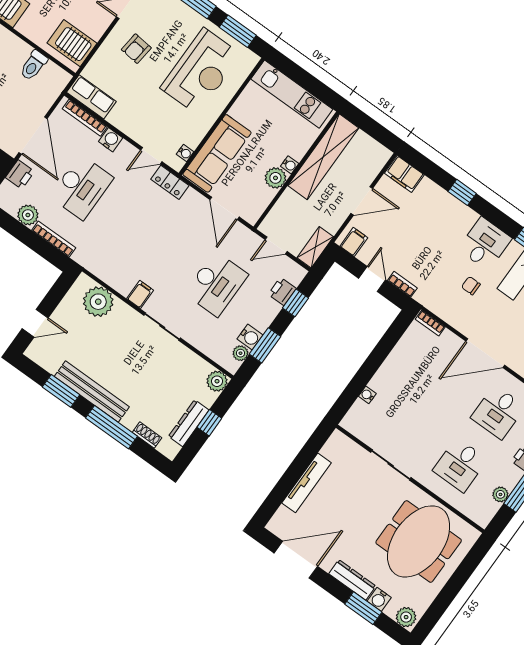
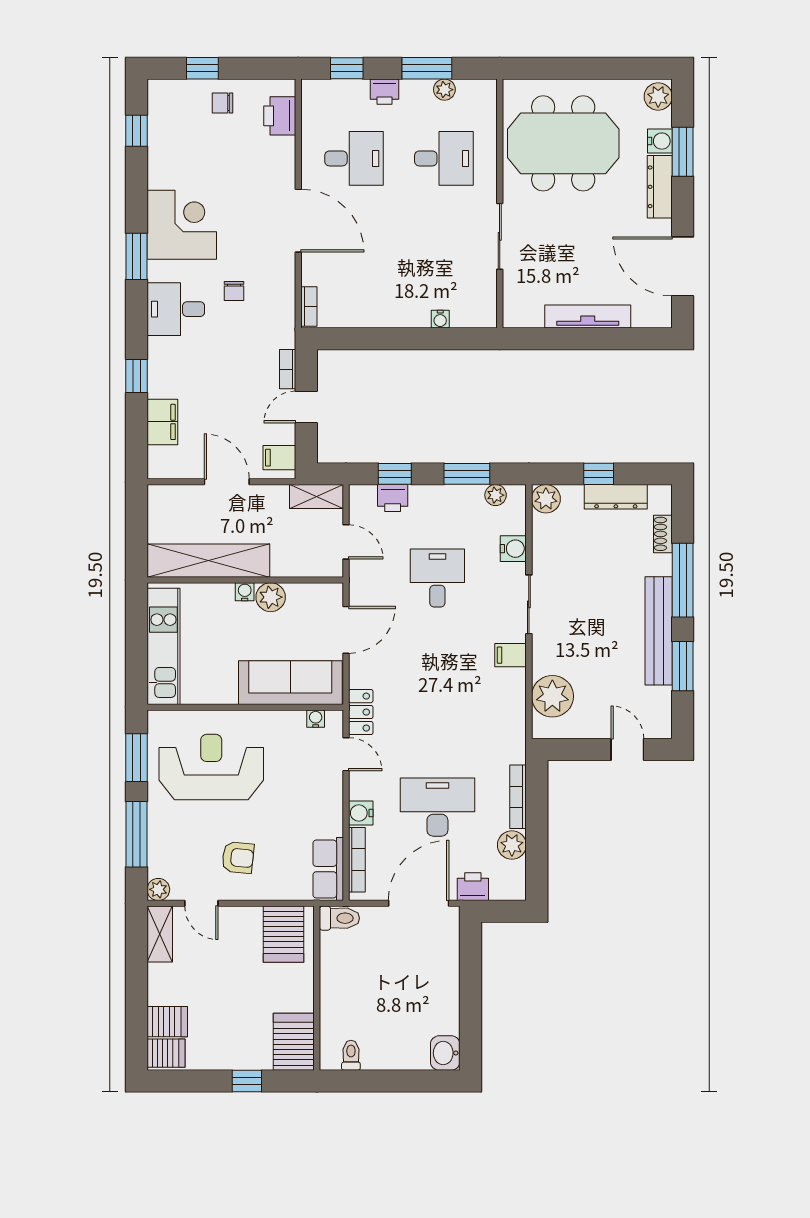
toilet: (33, 65) -> (339, 918), moved
filing cabinet: (404, 174) -> (162, 422), moved
desk: (216, 284) -> (437, 578), width x0.73
water cooler: (250, 337) -> (513, 549), moved, turned 90

